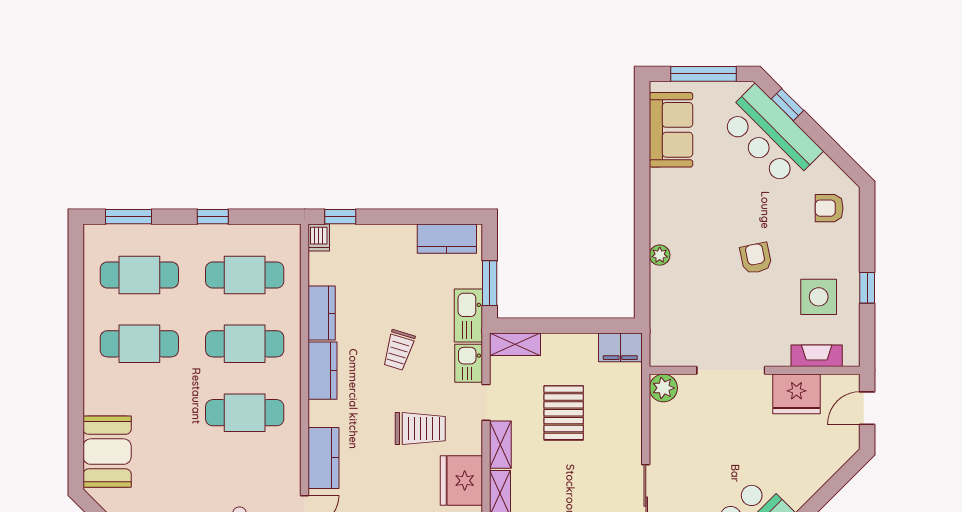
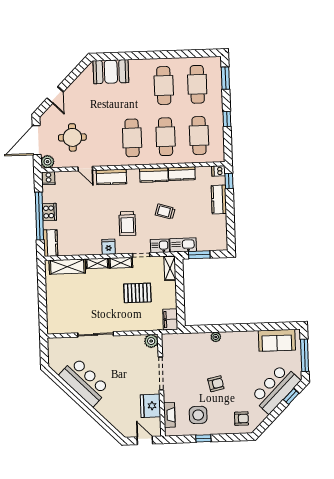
armchair: (829, 208) -> (241, 419), turned 90
kitchen counter: (447, 239) -> (219, 199), moved
fridge: (461, 481) -> (109, 247), width x0.53, depth x0.75

